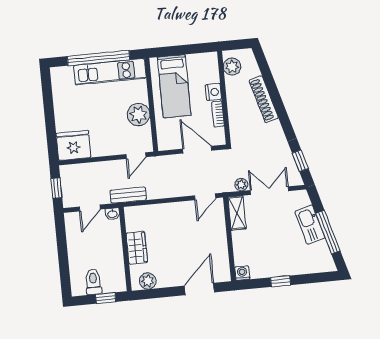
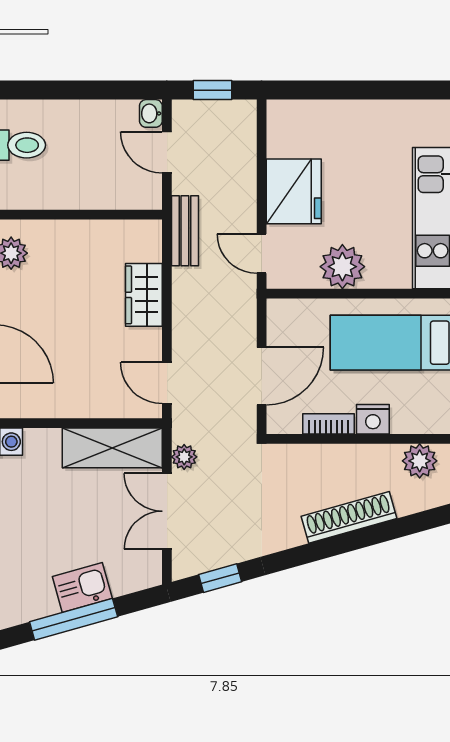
fridge: (73, 145) -> (294, 191), moved
double door: (269, 191) -> (167, 511), swing flipped
shelving: (237, 213) -> (112, 448), width x1.50, depth x1.33
washbasin: (112, 214) -> (151, 113), moved
kitchen sink: (310, 225) -> (82, 587), width x0.73
wardrobe: (137, 248) -> (144, 295), moved, turned 90

